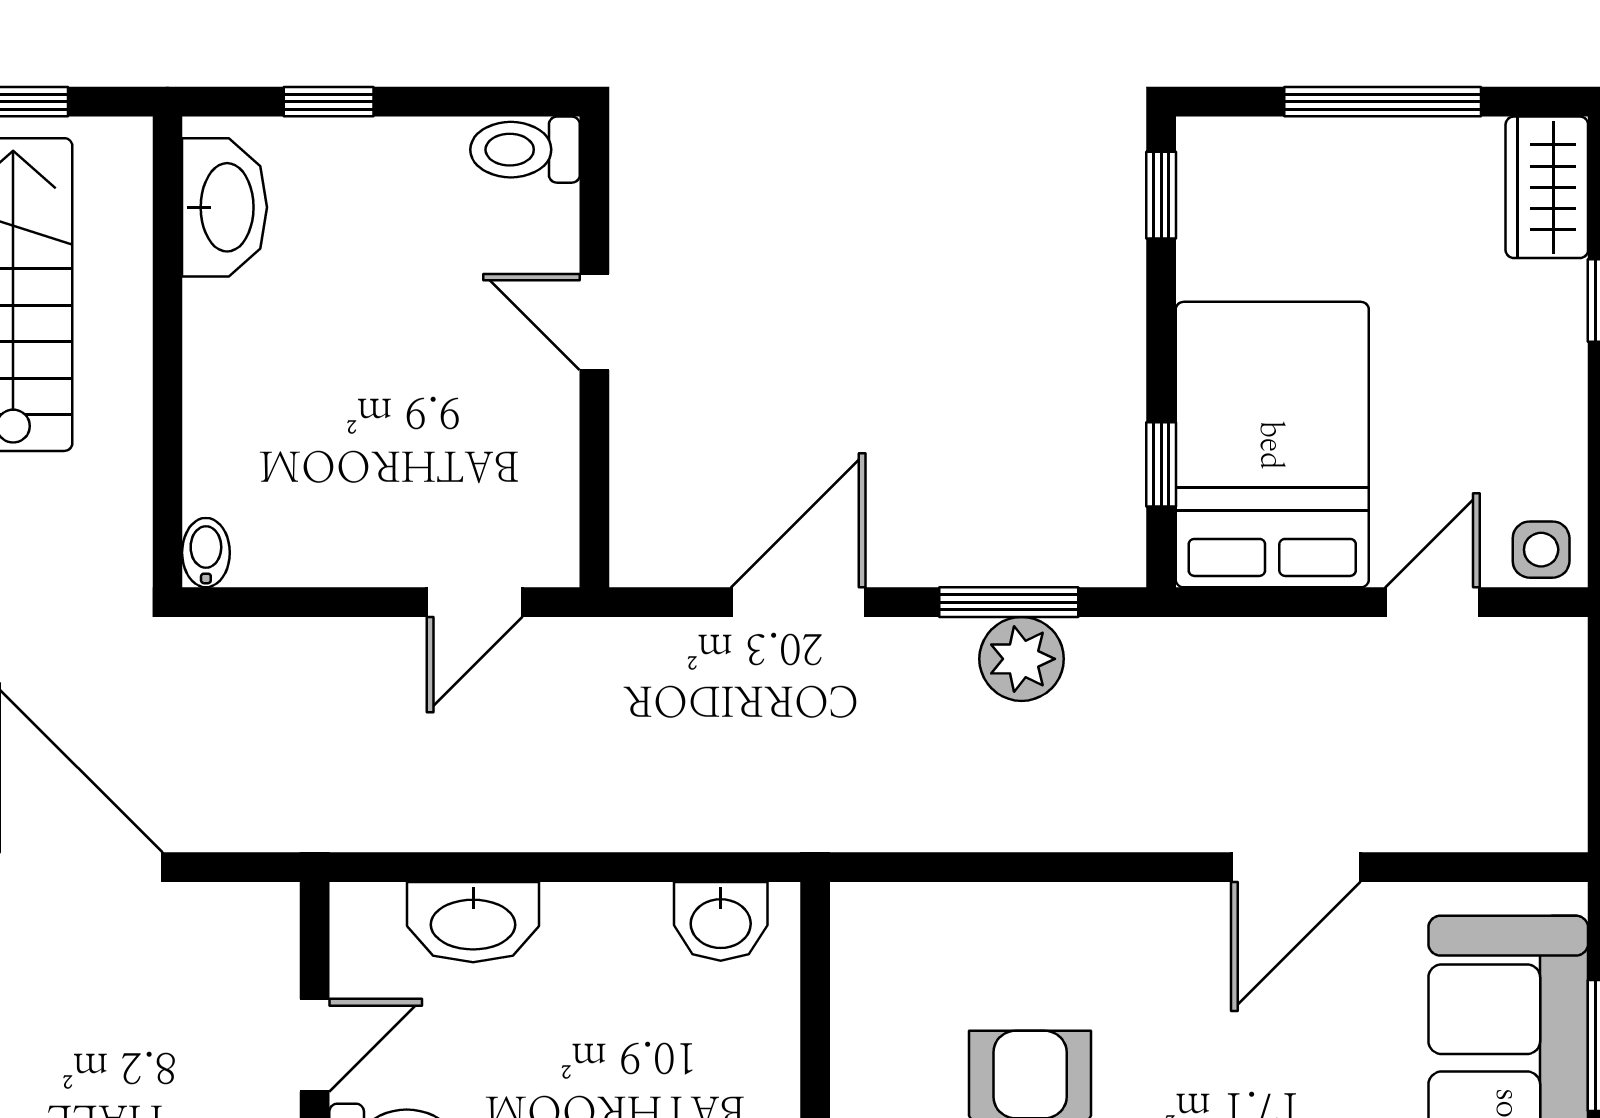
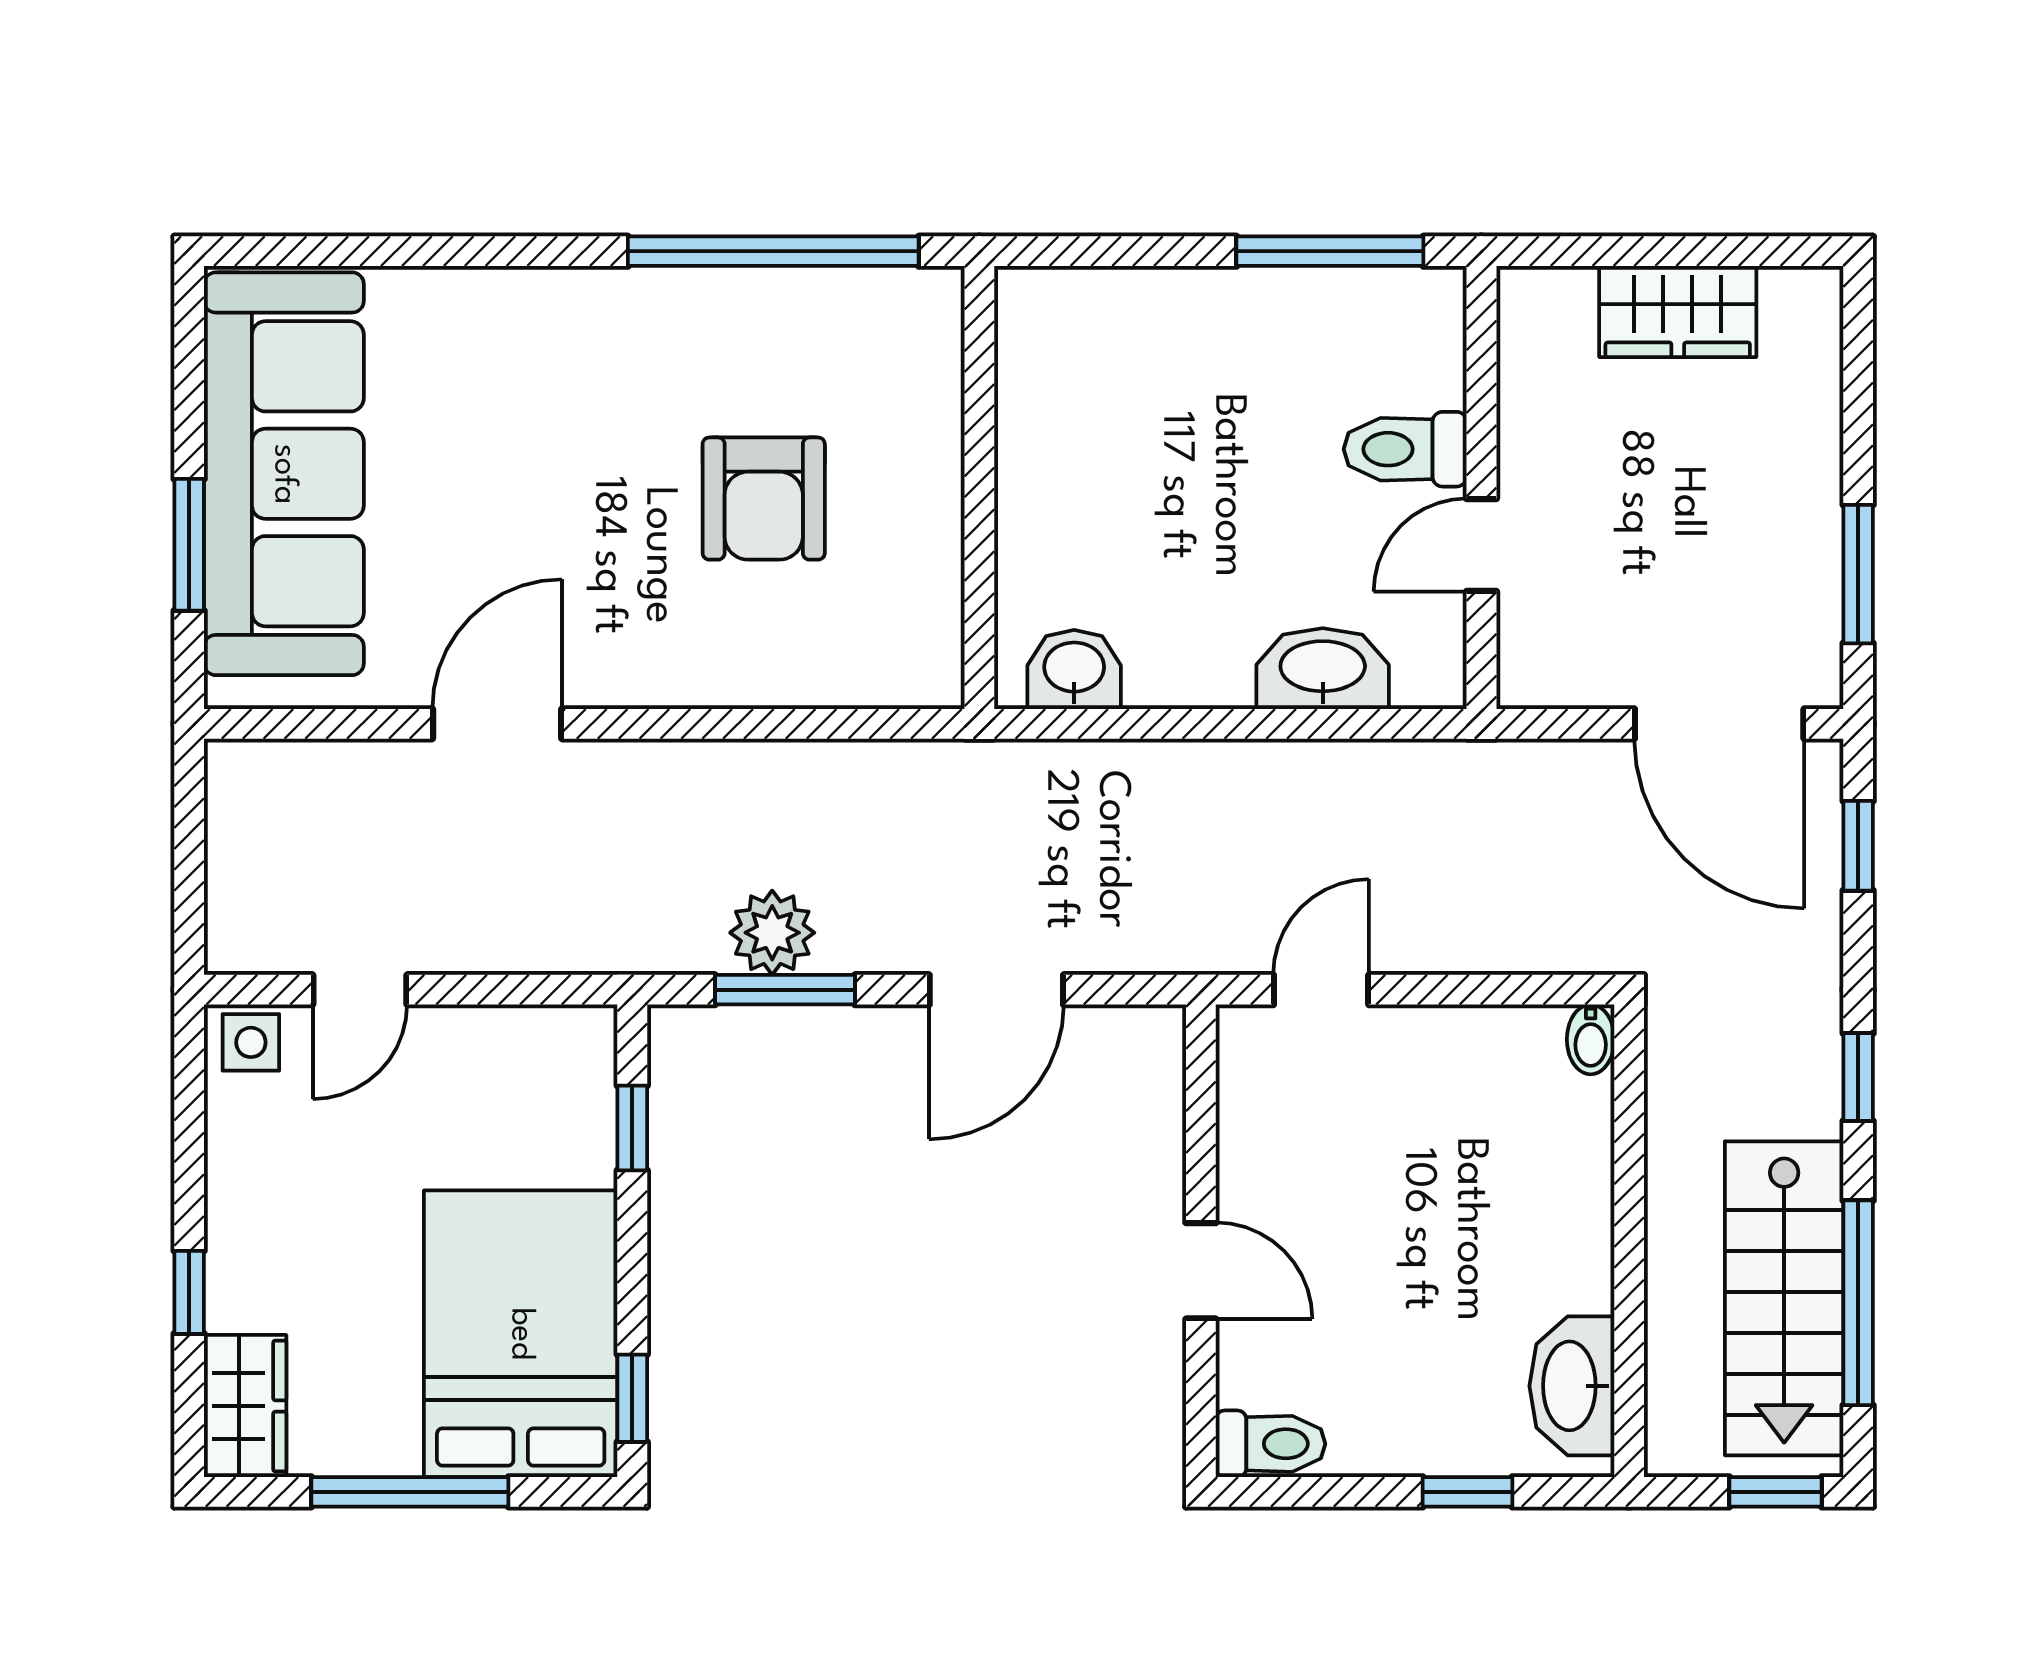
bed: (1272, 445) -> (521, 1334), moved, turned 180

